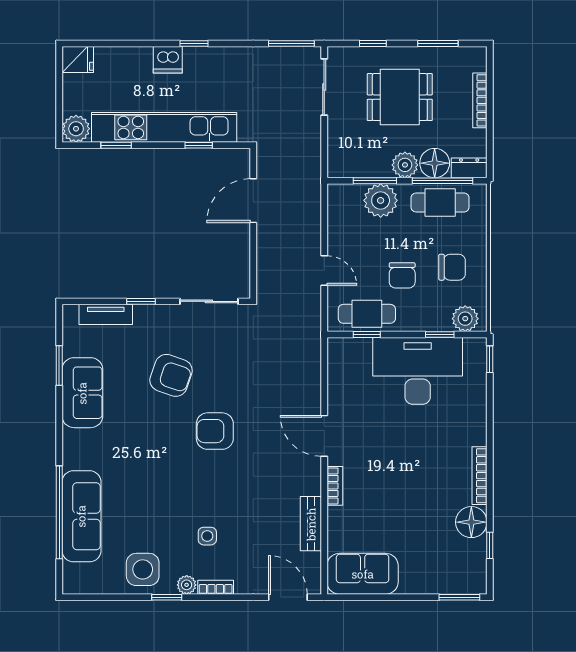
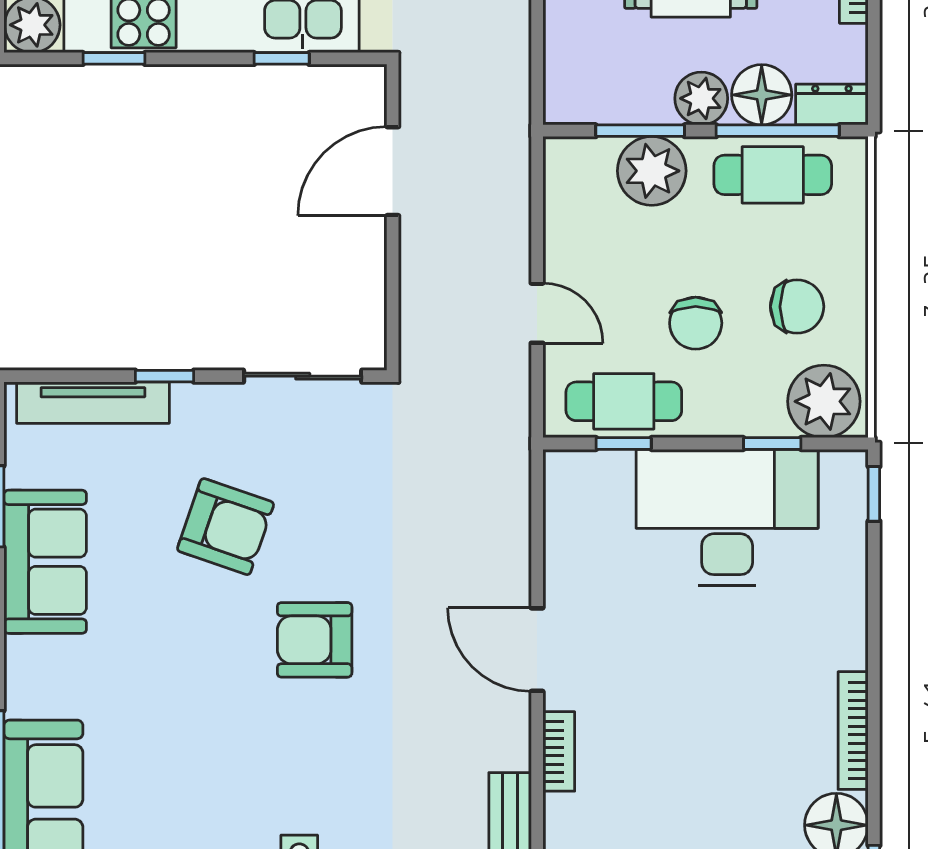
tv unit: (106, 314) -> (93, 403), width x1.41
plant: (465, 319) -> (824, 401), width x1.36, depth x1.36

